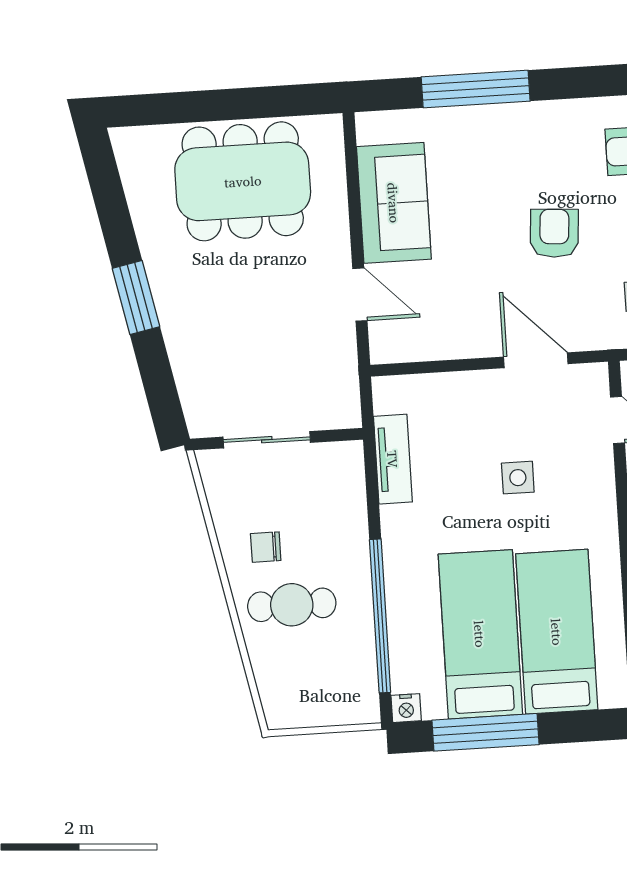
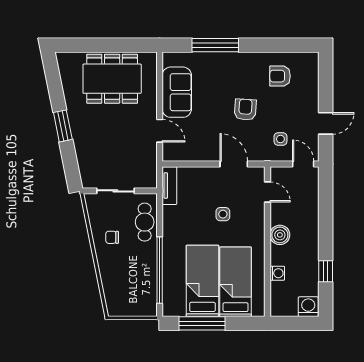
tv unit: (393, 459) -> (169, 186), moved
cafe table: (292, 605) -> (145, 222), moved, turned 90
nightstand: (406, 708) -> (168, 311), removed

